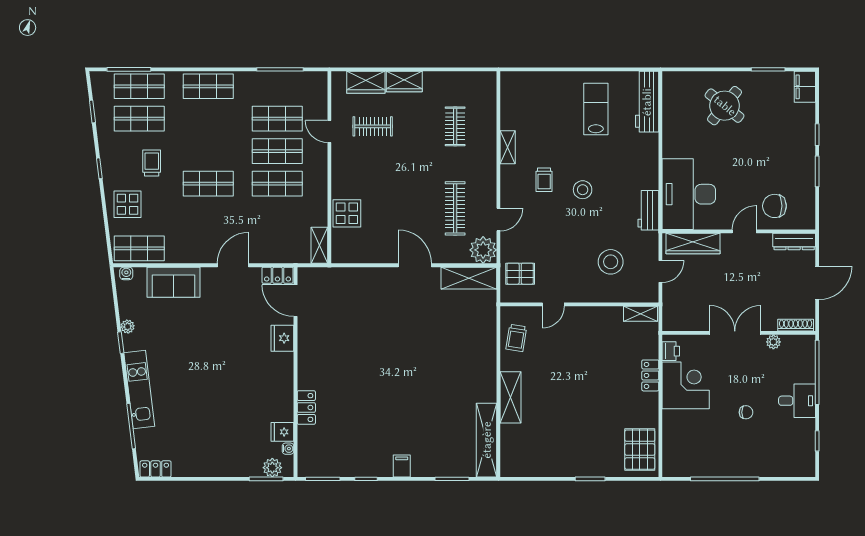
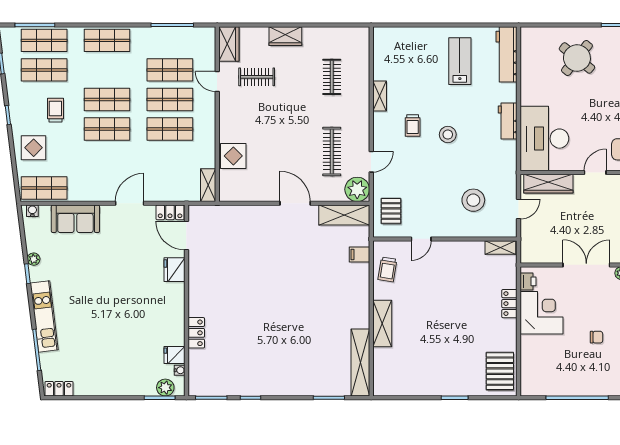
wardrobe: (366, 82) -> (229, 44), moved, turned -90
shop shelf: (208, 151) -> (107, 99), added
workbench: (648, 210) -> (508, 121), moved
pallet: (520, 274) -> (391, 211), turned 90
filing cabinet: (402, 466) -> (359, 254), moved, turned -90

